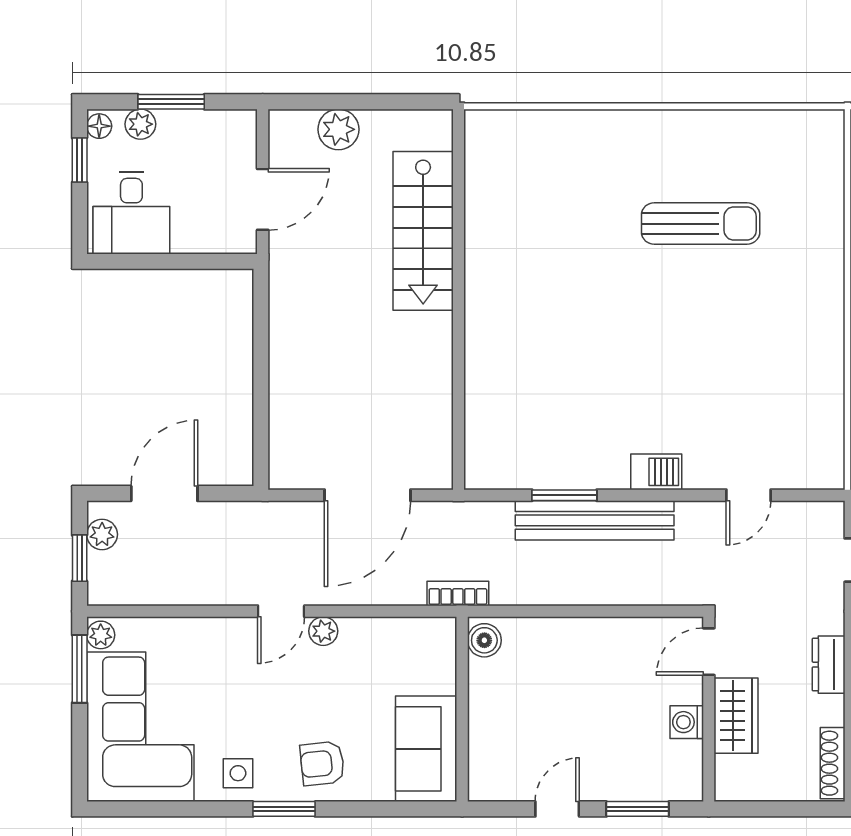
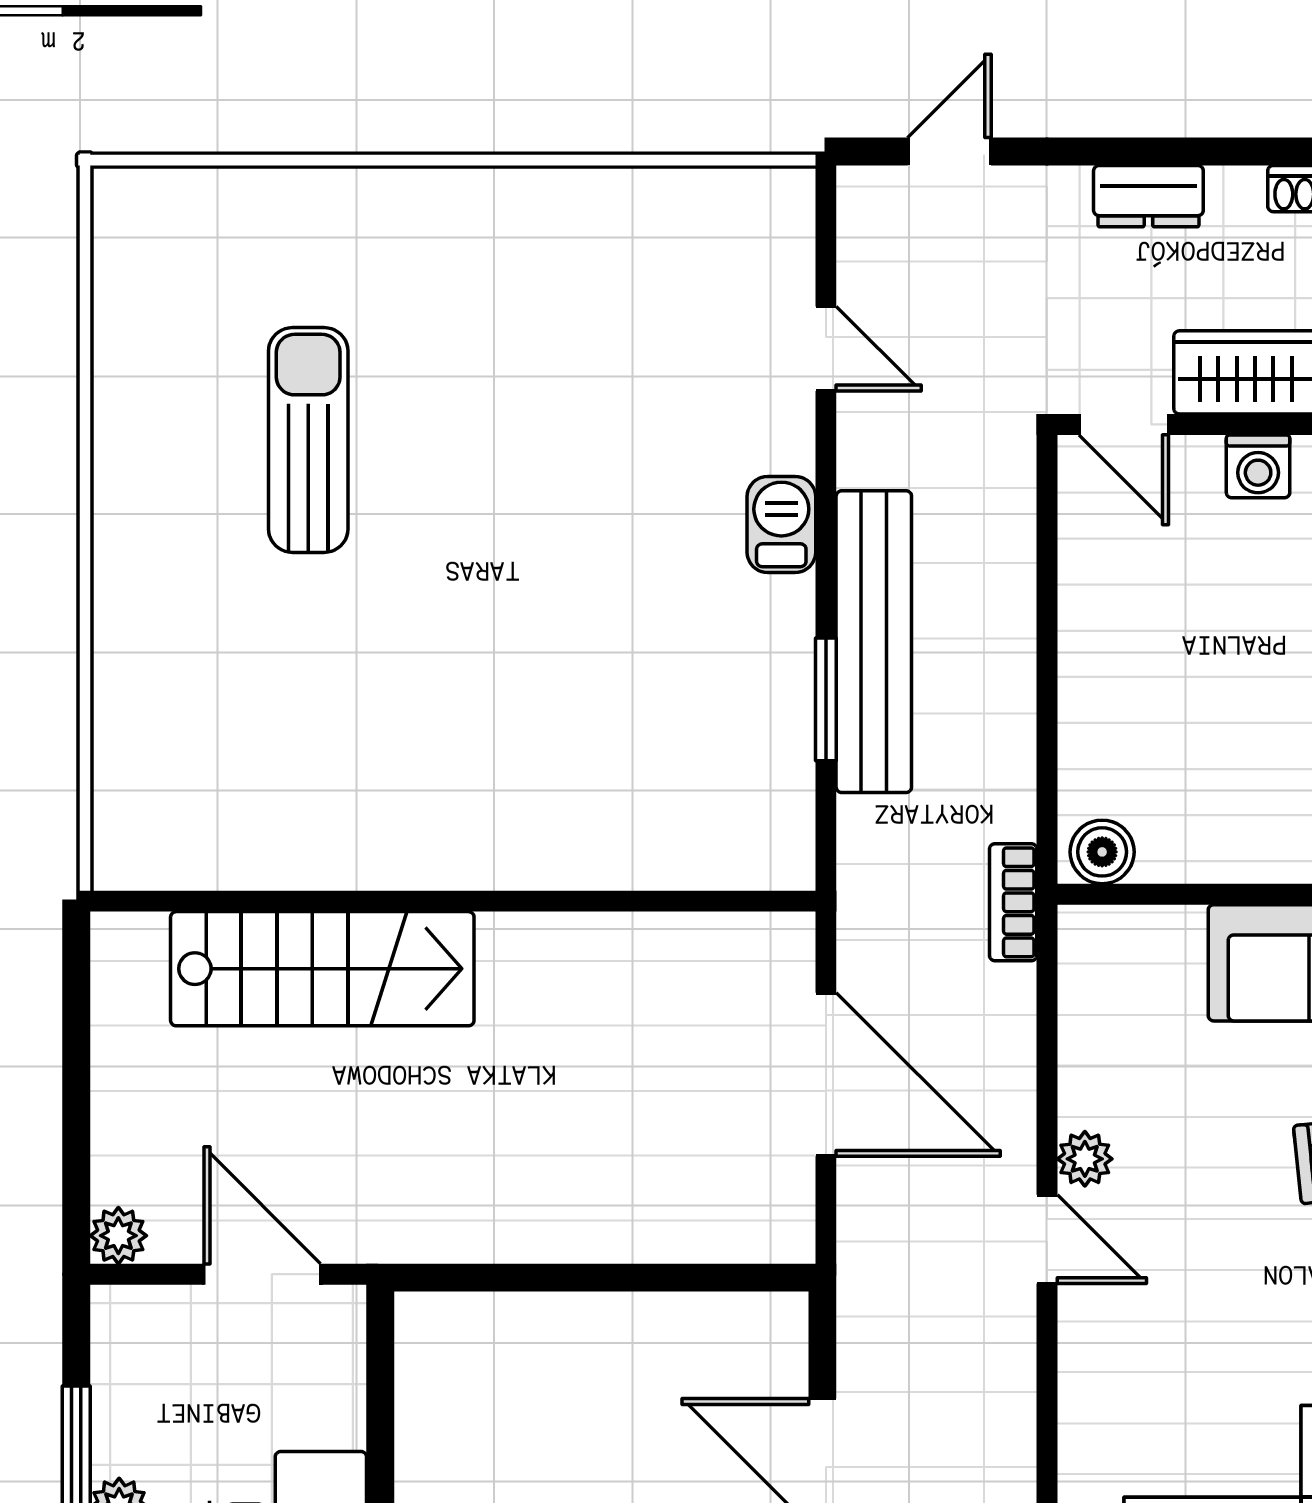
plant: (338, 129) -> (118, 1236), moved, width x0.73, depth x0.73

